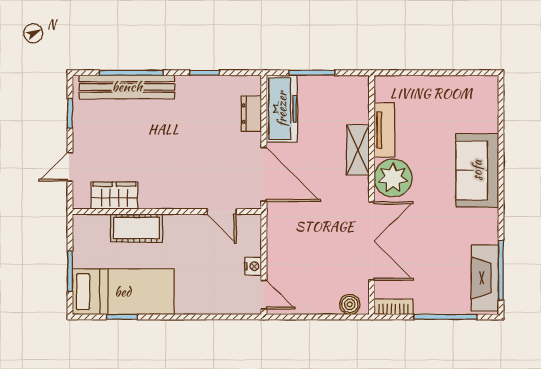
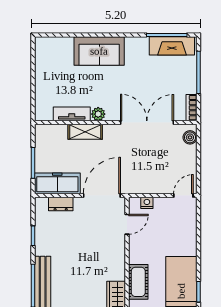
plant: (393, 178) -> (98, 114), width x0.53, depth x0.53
nightstand: (253, 266) -> (147, 203), moved

